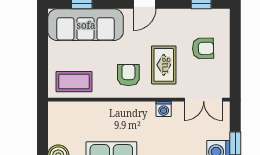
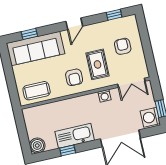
armchair: (203, 48) -> (123, 46), turned -89
armchair: (128, 75) -> (74, 77), turned 180

